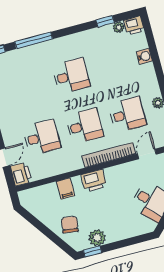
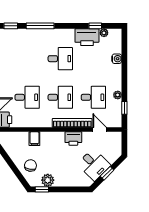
printer: (134, 25) -> (87, 37), moved, width x1.87, depth x1.48
door: (147, 154) -> (100, 130), hinge flipped
printer: (94, 181) -> (73, 138), moved

